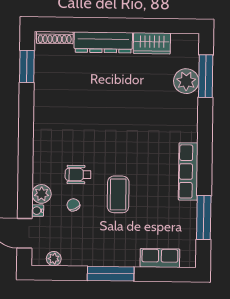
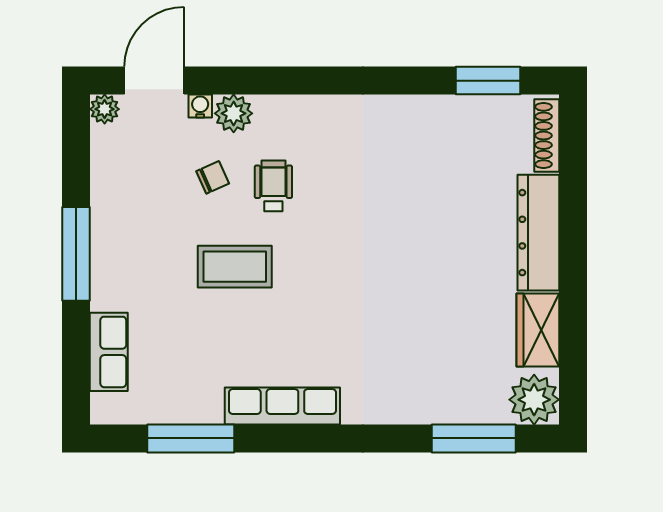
plant: (186, 81) -> (534, 400), moved
plant: (54, 259) -> (105, 109), moved

